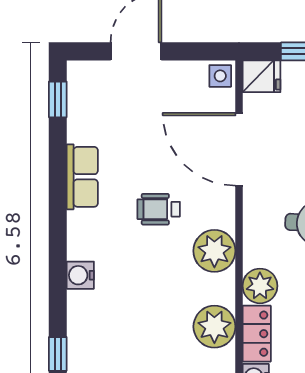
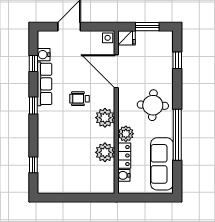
window: (58, 99) -> (33, 63), moved
row of seats: (82, 177) -> (45, 84), width x1.48
window: (58, 224) -> (33, 105), added
water cooler: (80, 275) -> (44, 55), moved

